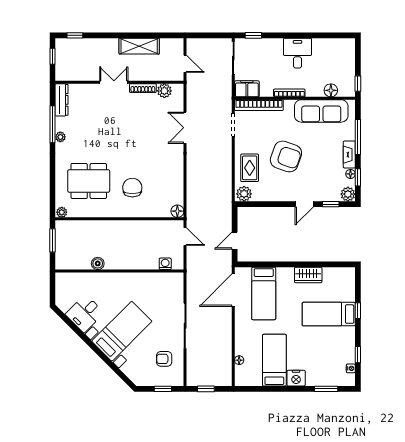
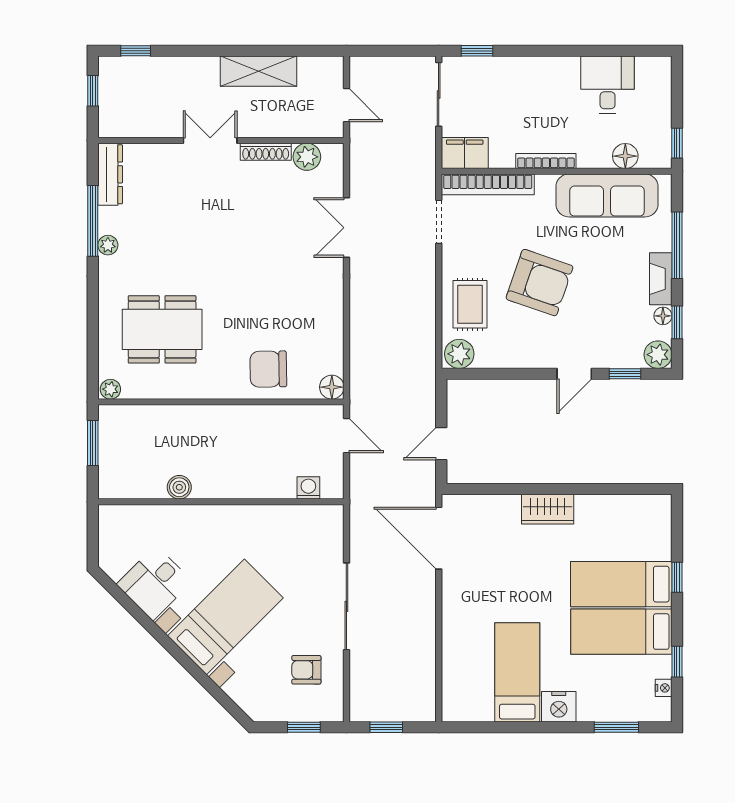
desk: (298, 53) -> (608, 85), moved
chair: (132, 188) -> (268, 369), moved, turned -91
wardrobe: (308, 275) -> (548, 509), moved
door: (233, 290) -> (439, 538), hinge flipped
bed: (264, 293) -> (621, 632), moved, turned 90
floor lamp: (239, 360) -> (450, 672), removed

